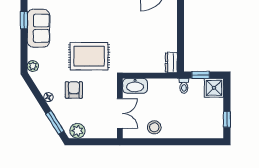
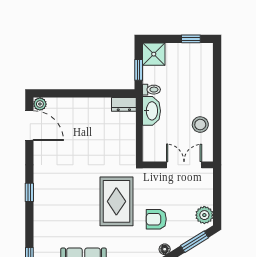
washbasin: (135, 86) -> (151, 111), moved

